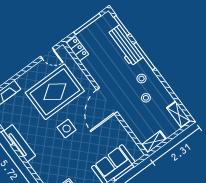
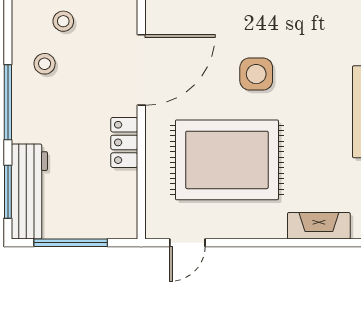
workbench: (125, 46) -> (29, 192), moved
locker: (77, 49) -> (124, 142), moved
door: (47, 53) -> (187, 243), swing flipped

